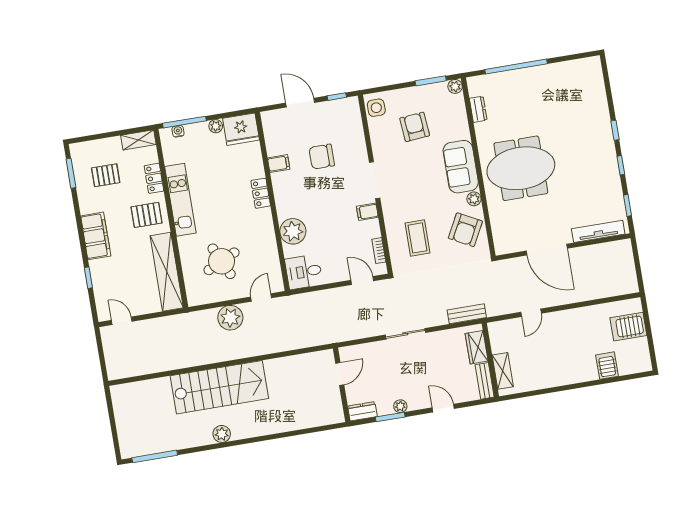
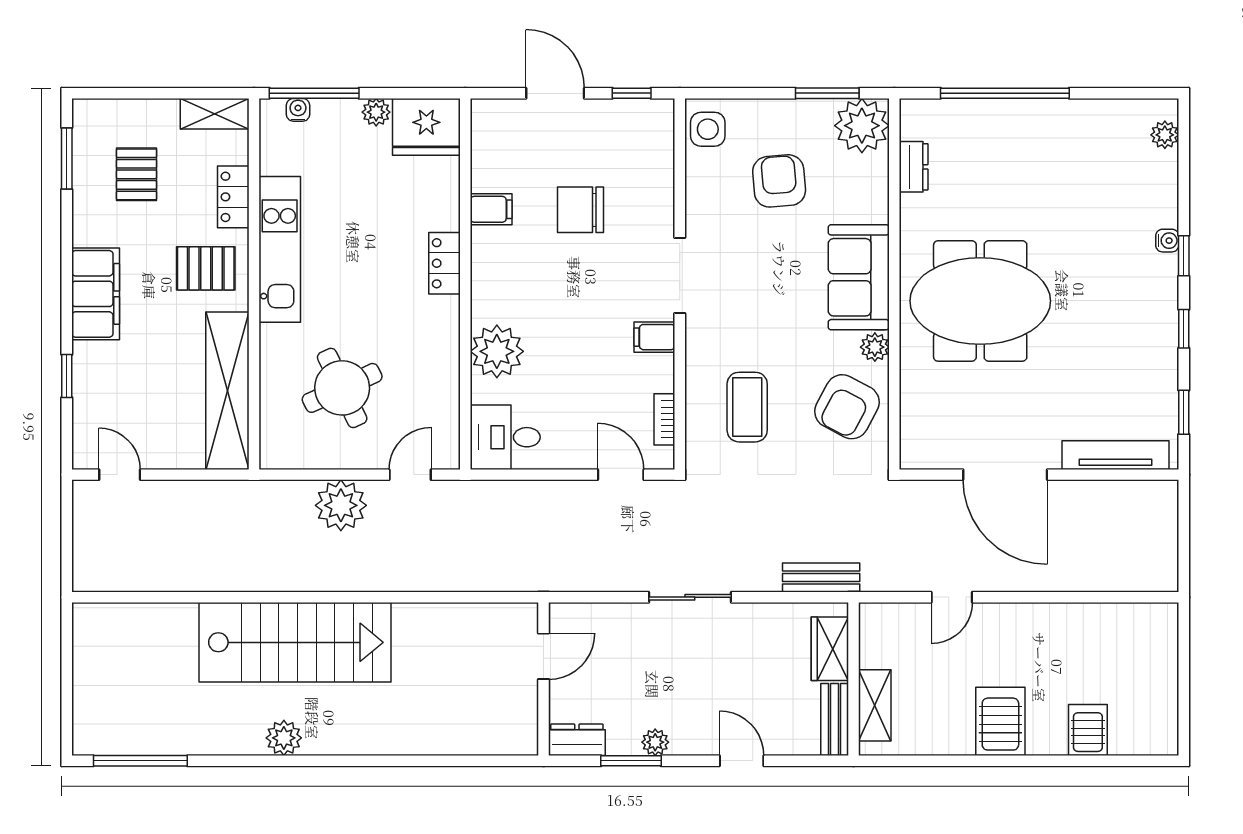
plant: (596, 74) -> (1165, 135), added
plant: (455, 86) -> (862, 126), width x1.87, depth x1.87
water cooler: (606, 124) -> (1167, 241), added
pallet: (106, 175) -> (137, 174), turned 90
server rack: (628, 327) -> (1000, 721), moved, turned 90

